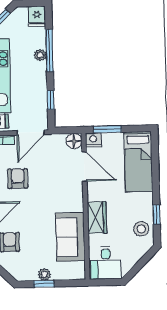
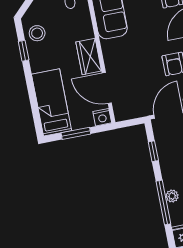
window: (107, 129) -> (76, 133), moved
floor lamp: (74, 141) -> (122, 113), removed
wardrobe: (97, 217) -> (89, 57), moved

